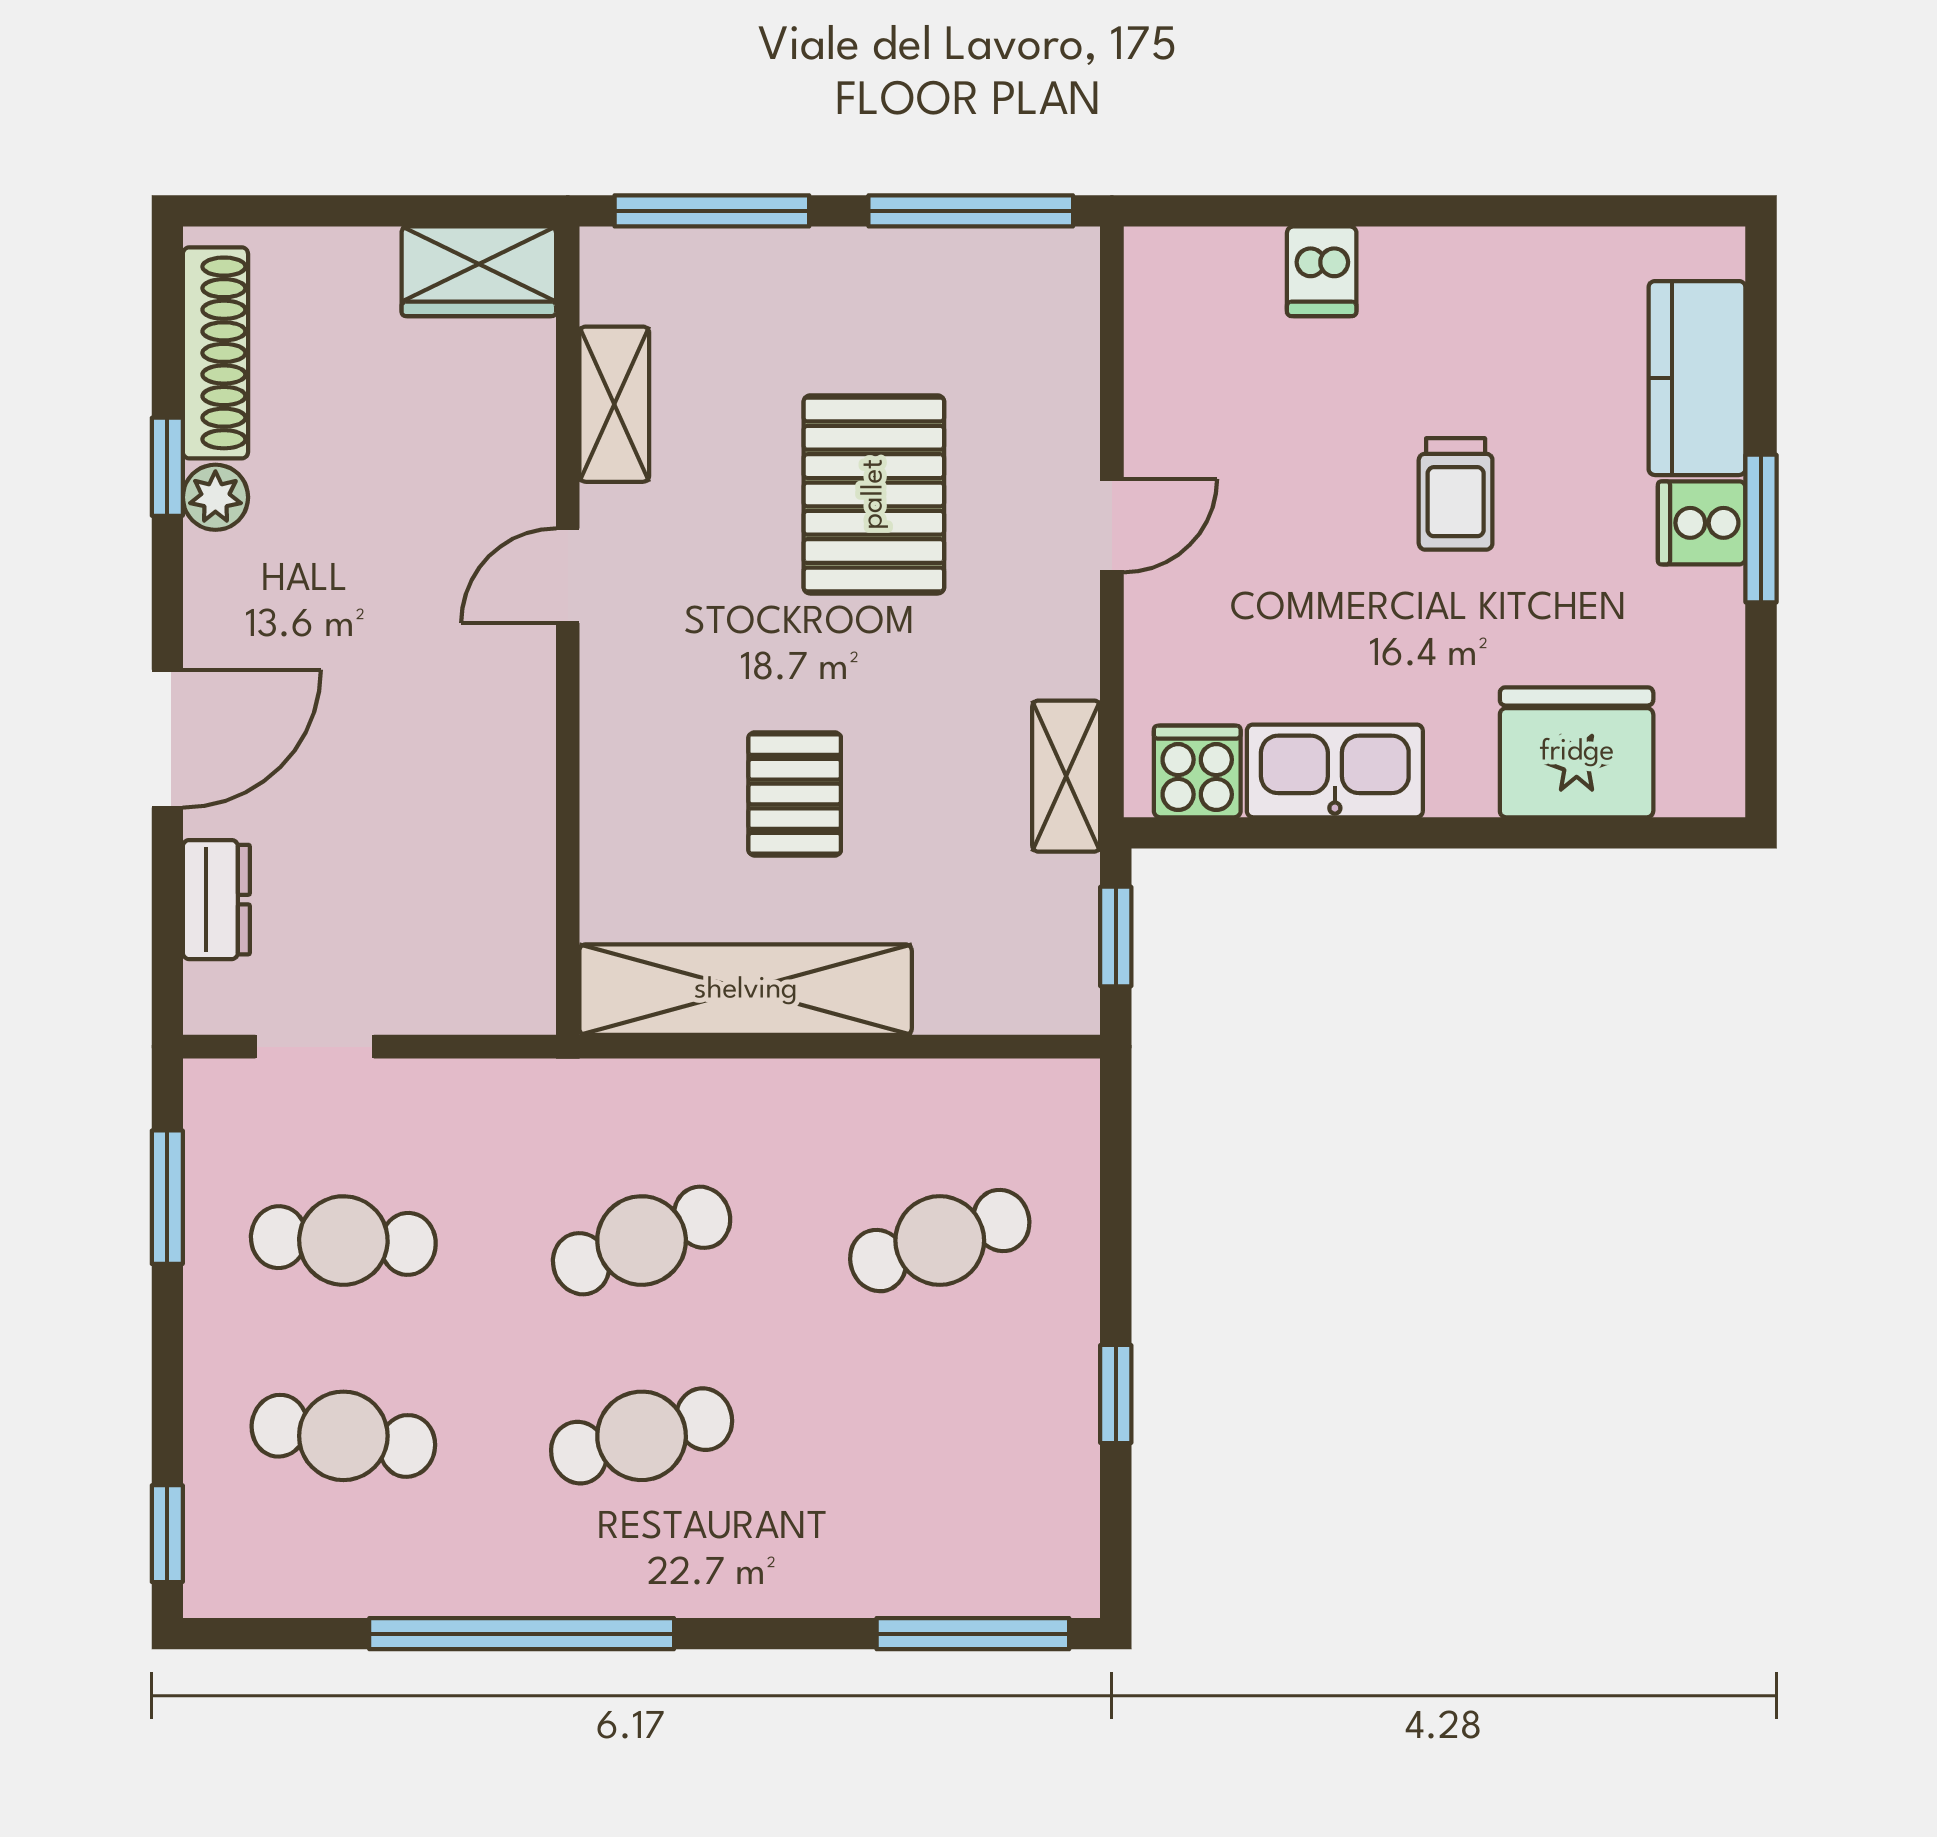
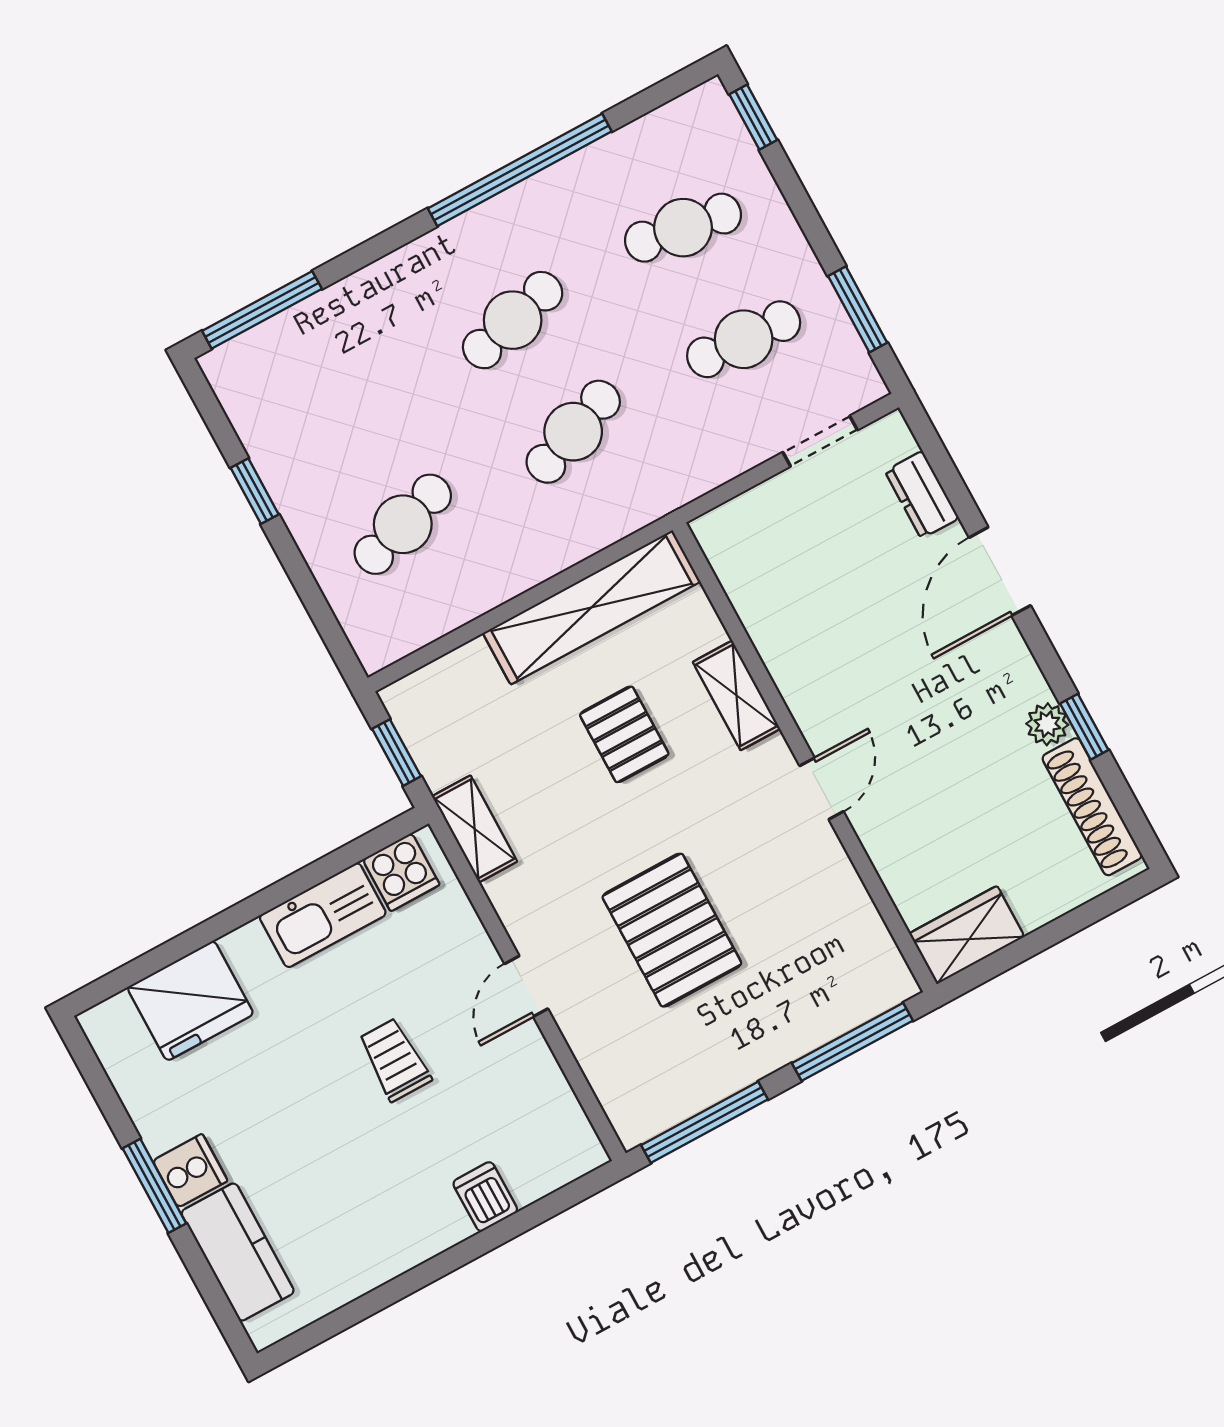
shelving: (614, 404) -> (737, 695), moved
trolley: (1456, 494) -> (395, 1060), moved

